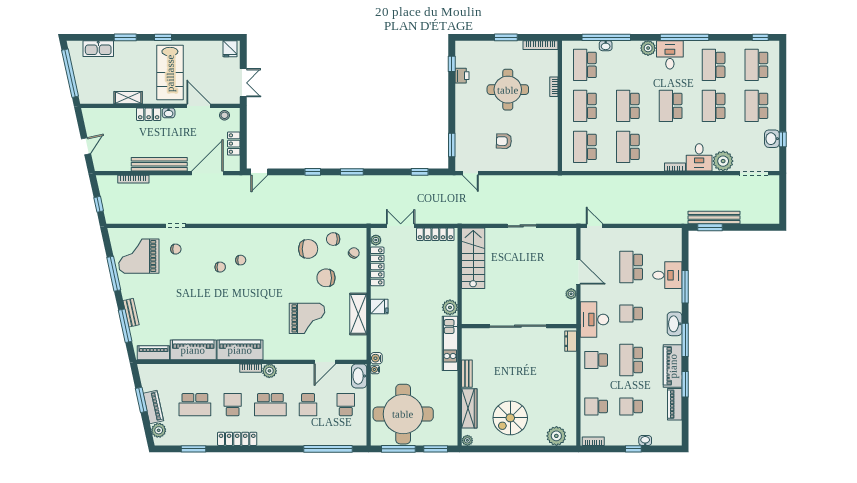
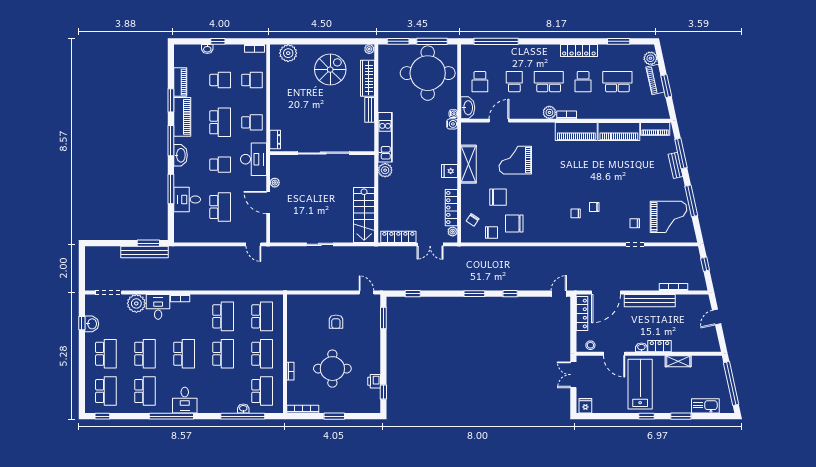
plant: (648, 48) -> (205, 406), removed
armchair: (504, 141) -> (336, 322), turned 88
locker: (234, 144) -> (582, 313), width x1.53

